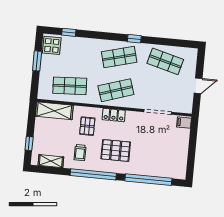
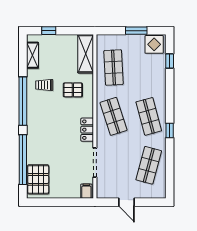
locker: (114, 115) -> (87, 130), moved
pallet: (116, 150) -> (38, 179), moved

